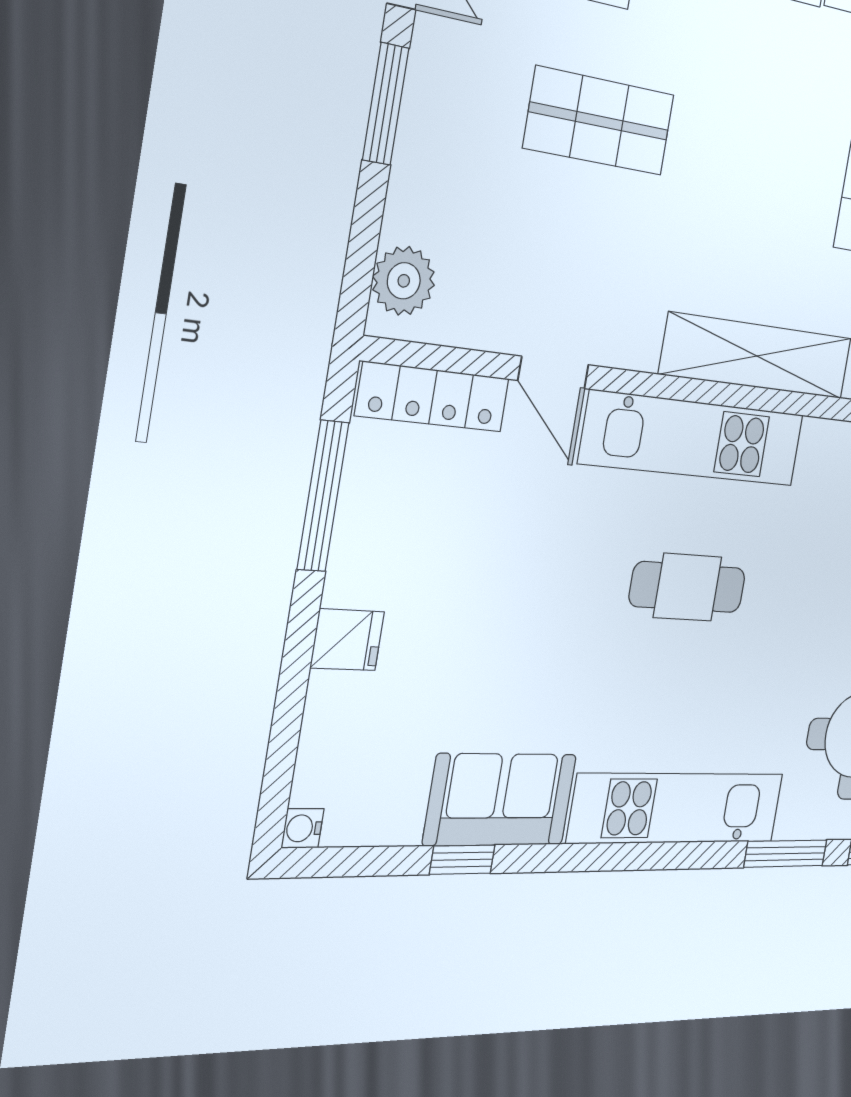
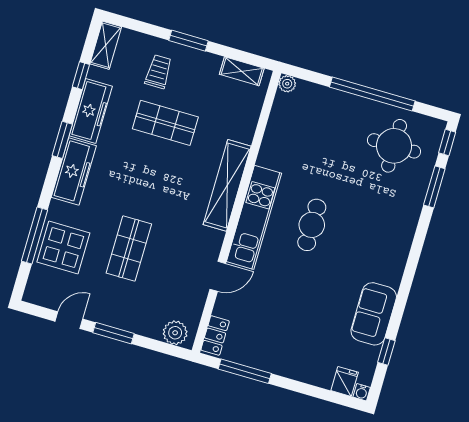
locker: (433, 397) -> (215, 335), width x0.66
fridge: (347, 640) -> (345, 381), moved
kitchen unit: (677, 808) -> (400, 237), removed
window: (462, 860) -> (386, 351), moved

